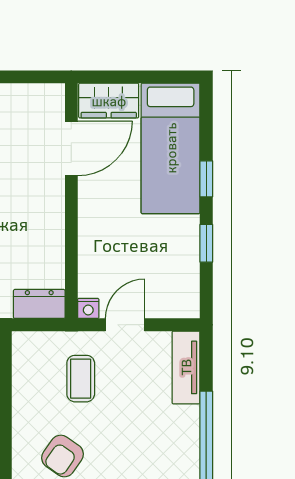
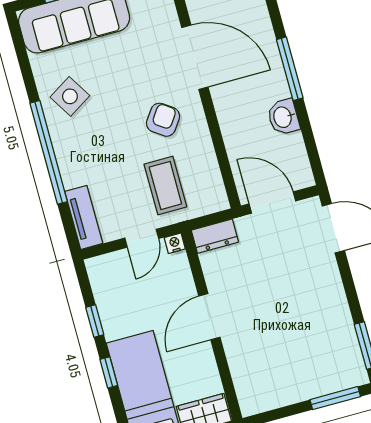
door: (71, 148) -> (209, 317), moved
coffee table: (81, 379) -> (165, 186), width x1.36, depth x1.30

